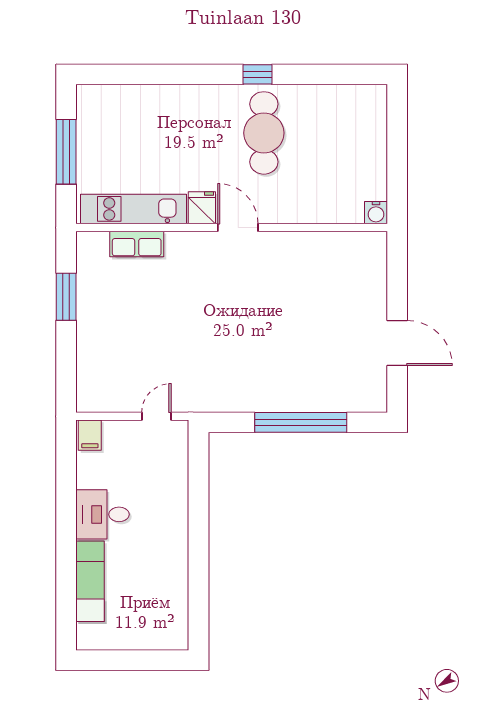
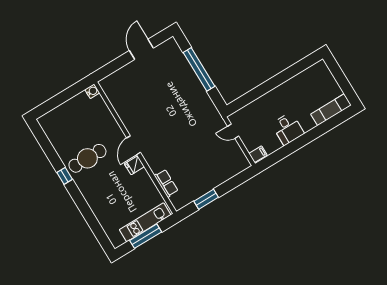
kitchen unit: (134, 209) -> (145, 222), moved, turned 90
exam couch: (90, 581) -> (331, 110), moved

